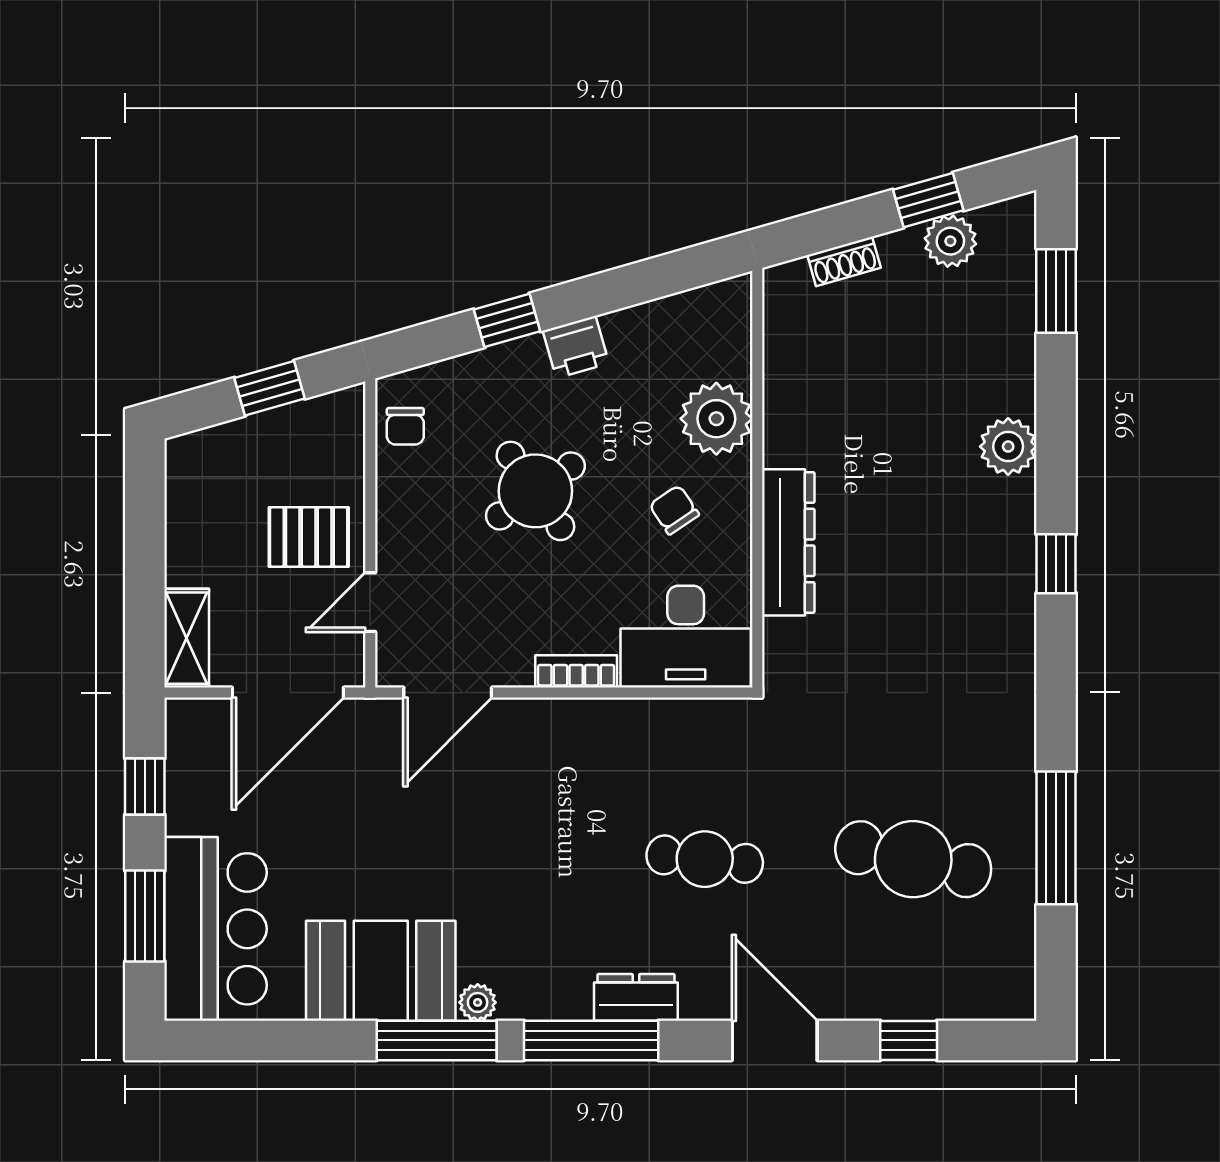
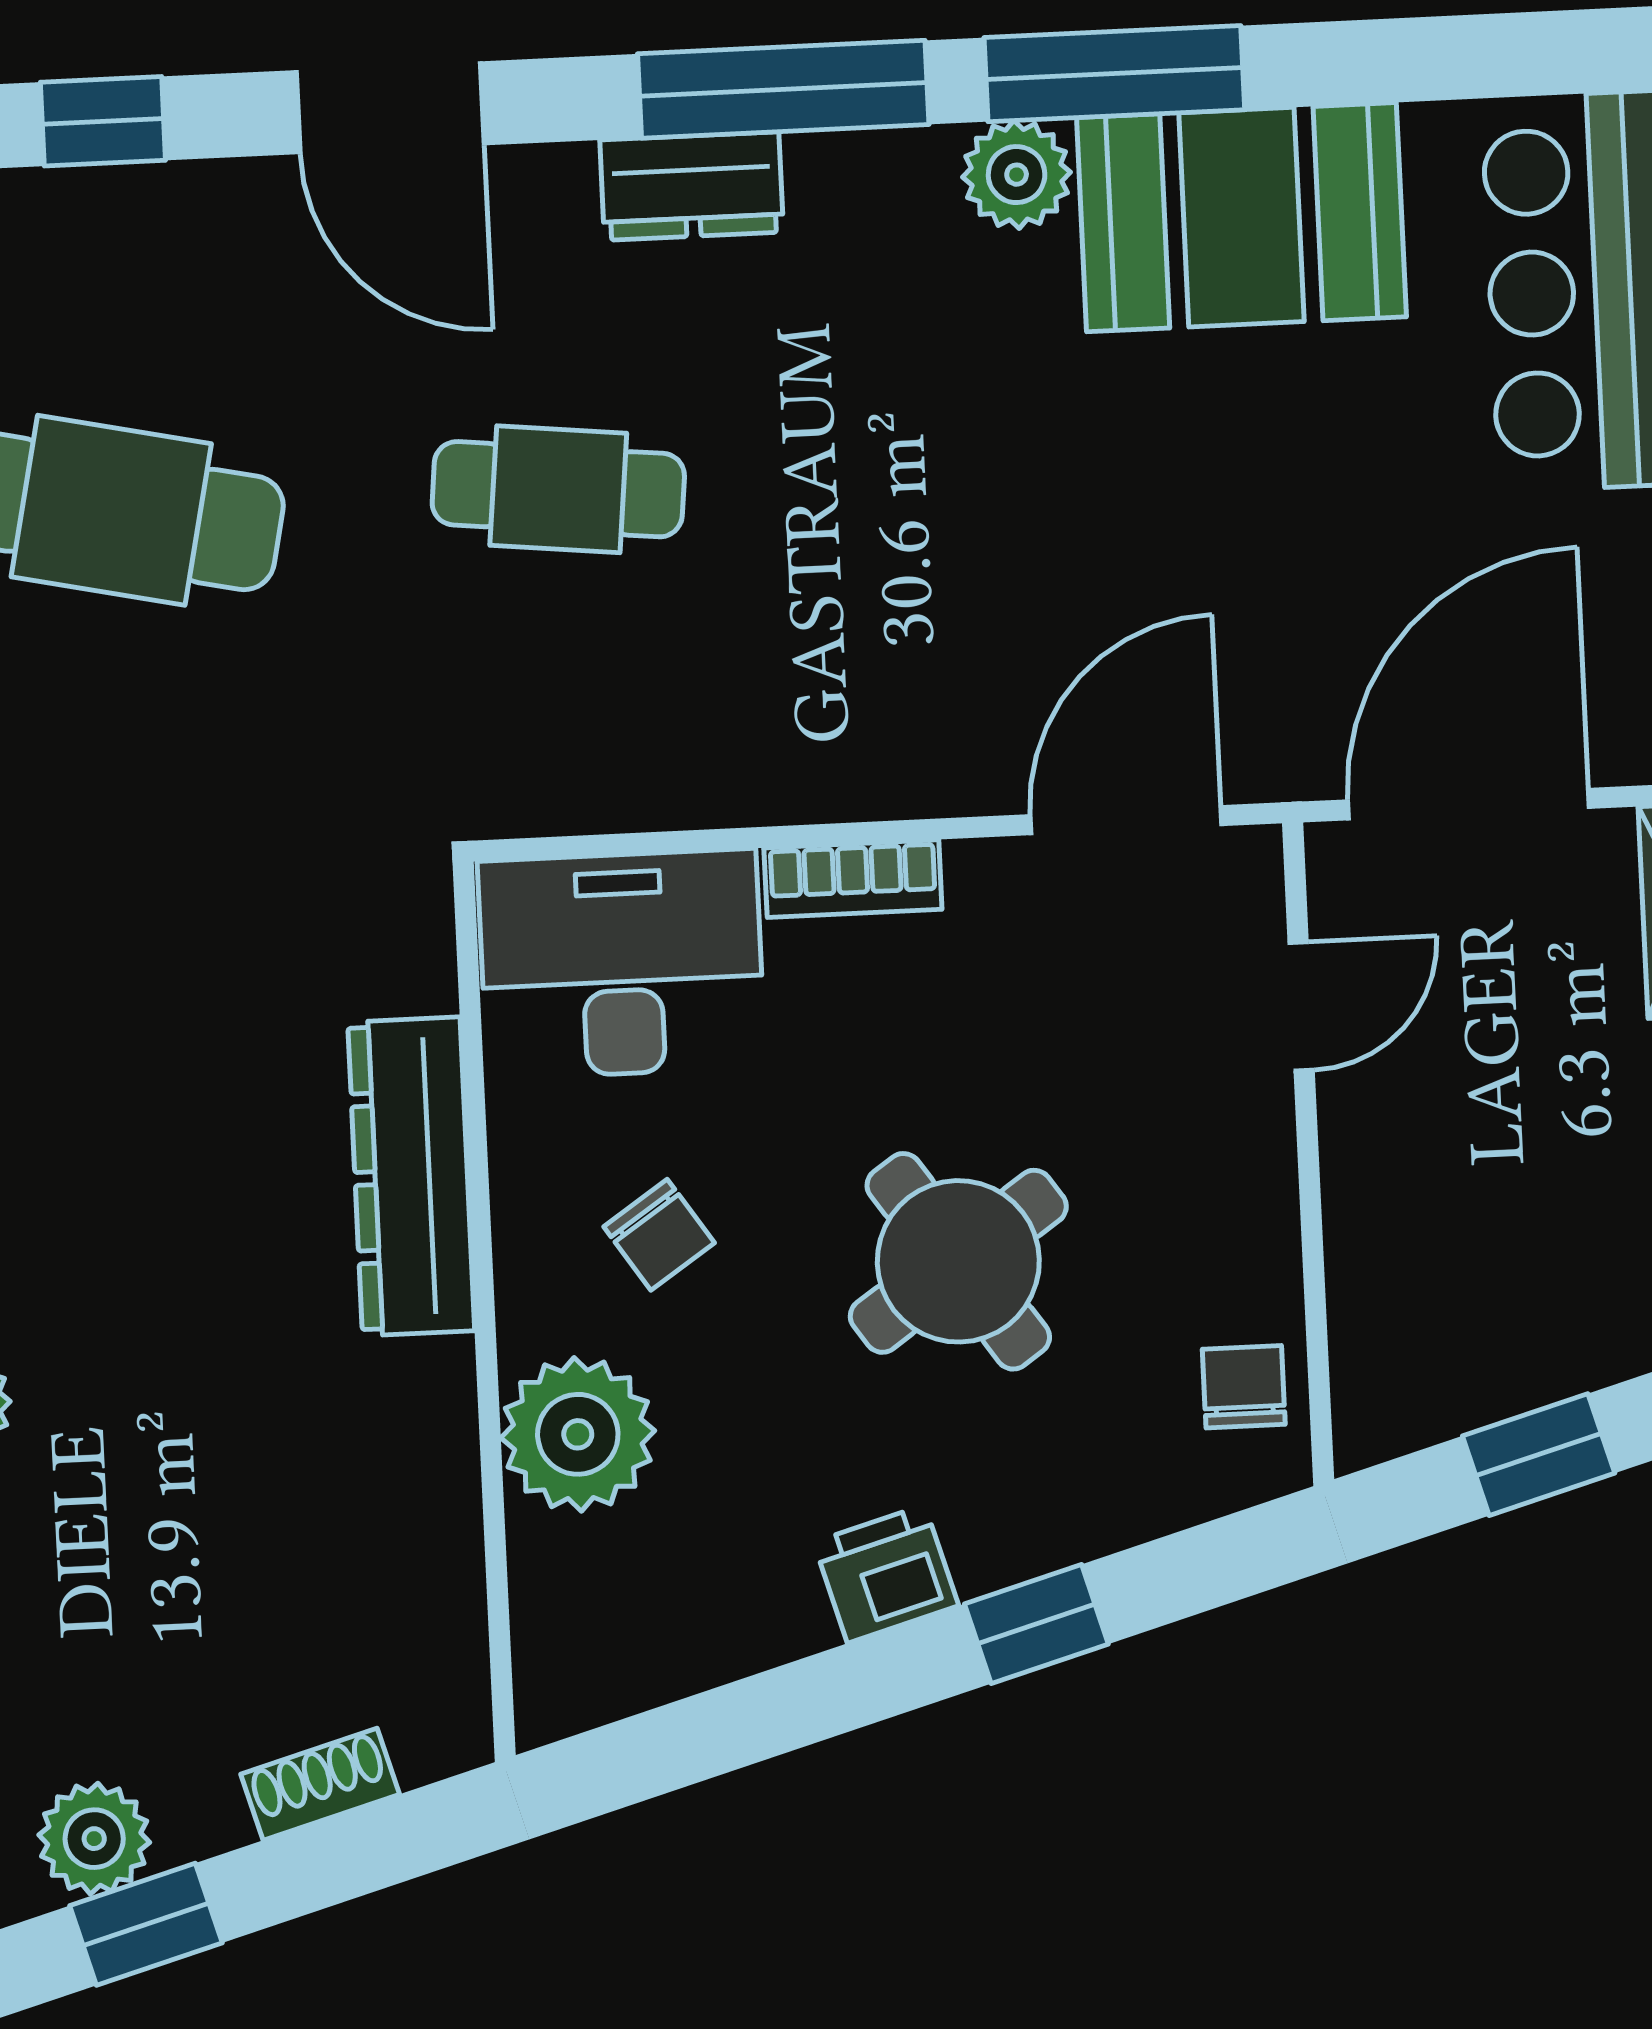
pallet: (309, 537) -> (1440, 1140), removed
plant: (478, 1002) -> (1017, 175), width x1.38, depth x1.38

